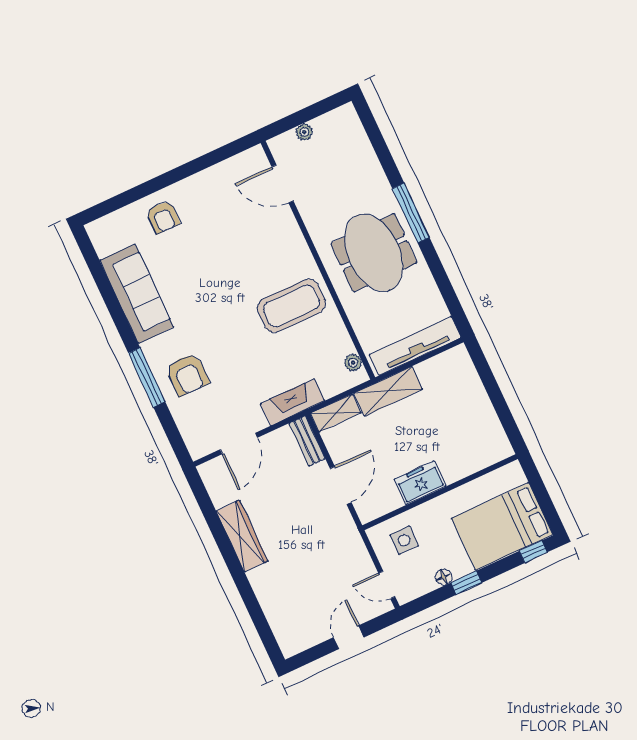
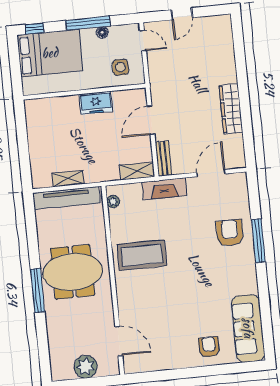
plant: (304, 132) -> (86, 367), width x1.87, depth x1.87
meeting table: (374, 253) -> (73, 272), turned 90
sofa: (137, 294) -> (248, 328), moved
shelving: (388, 391) -> (68, 179), moved, width x0.67, depth x0.75
window: (466, 583) -> (88, 23), width x2.17

